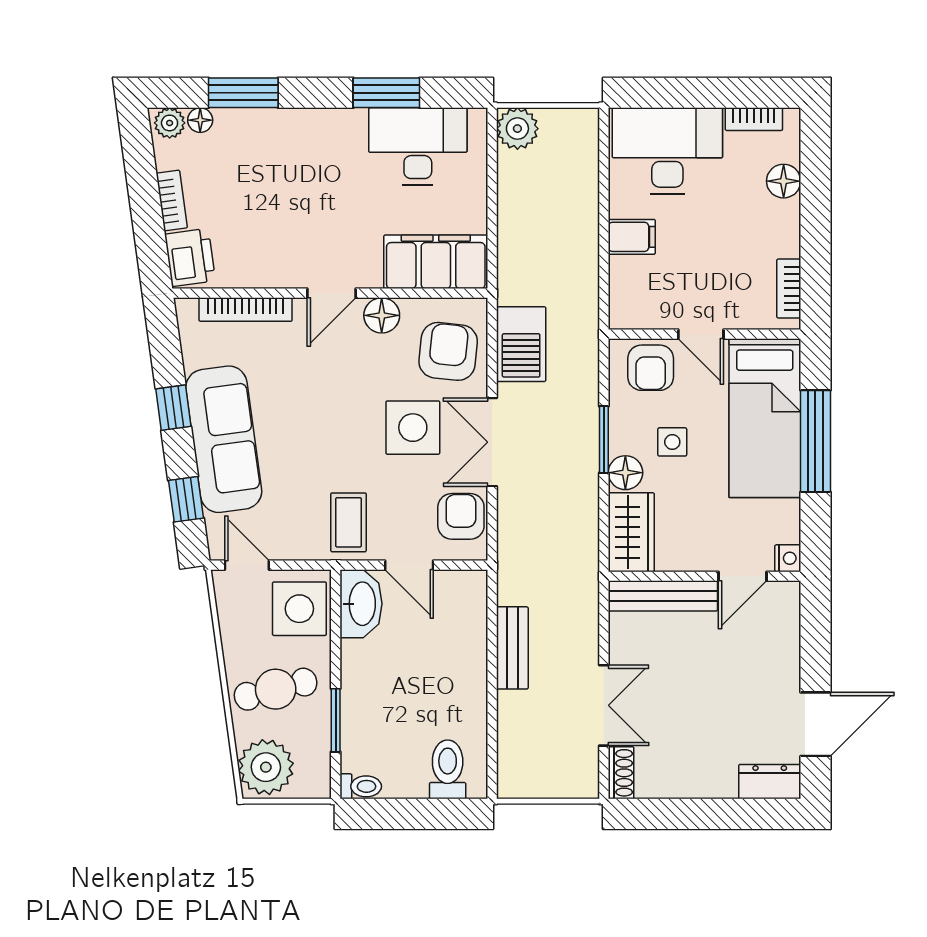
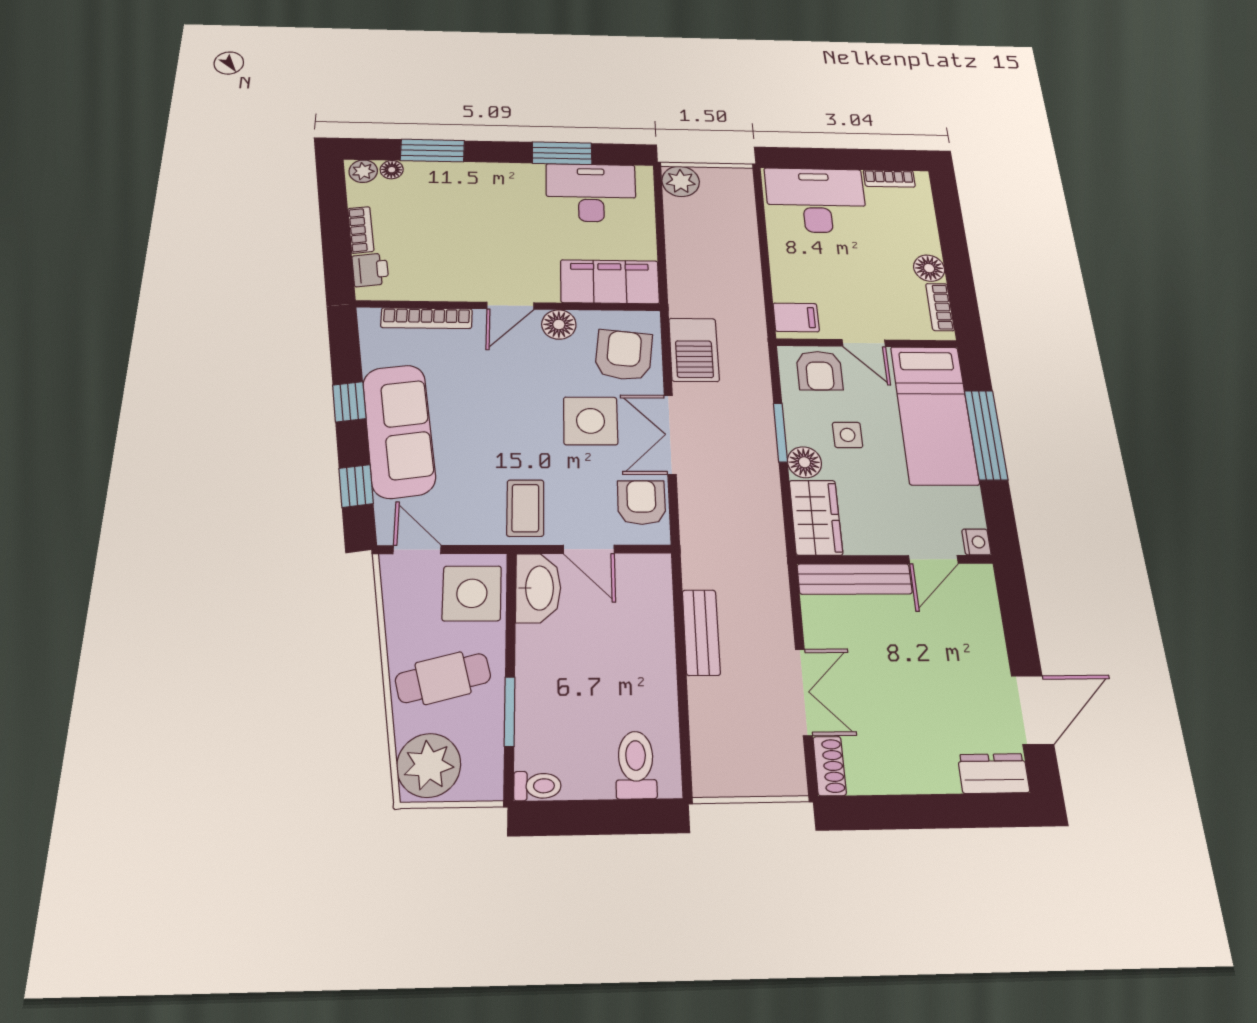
floor lamp: (784, 181) -> (929, 268), moved
filing cabinet: (632, 237) -> (796, 317), moved
printer: (190, 257) -> (370, 270), width x0.73, depth x0.81

